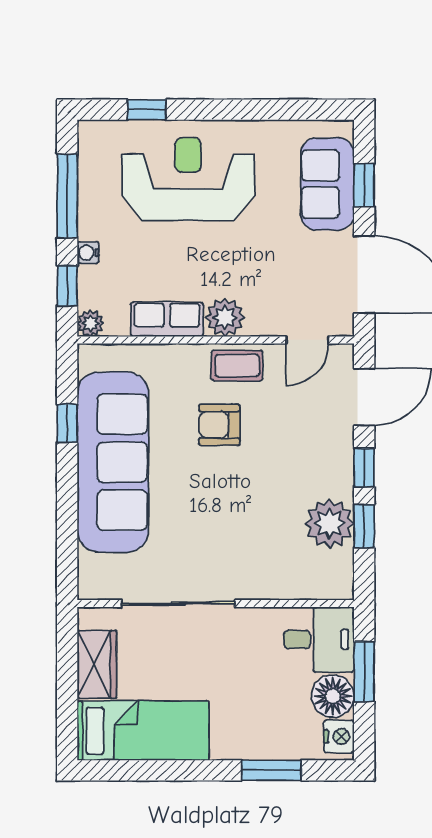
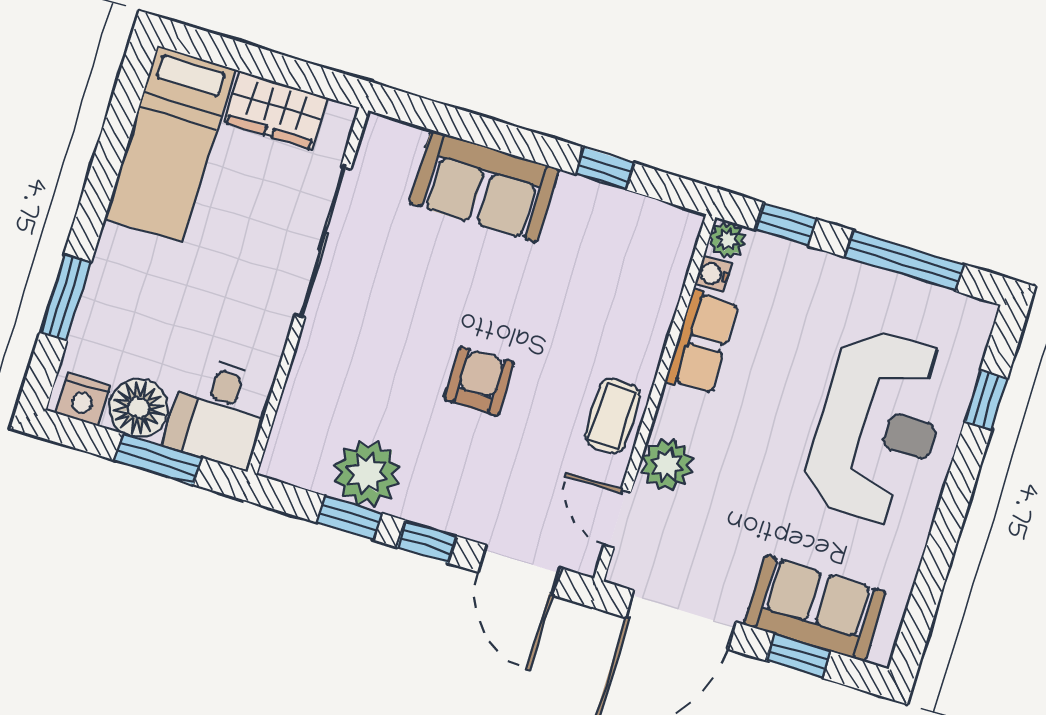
water cooler: (88, 253) -> (713, 274), moved, turned -90
plant: (225, 317) -> (667, 465), moved
armchair: (219, 425) -> (479, 381), moved
sofa: (113, 462) -> (484, 186), width x0.54, depth x0.79

